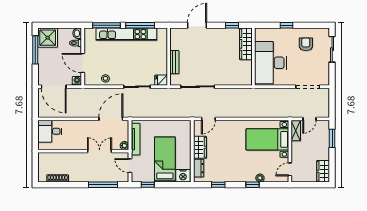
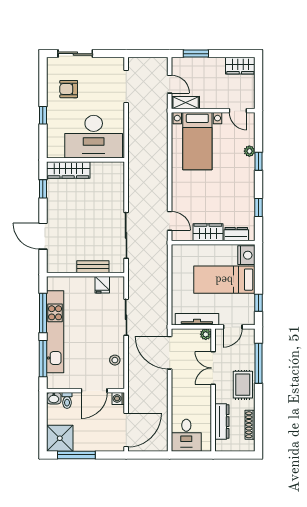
fridge: (161, 80) -> (102, 285), moved
dresser: (60, 158) -> (222, 422), added
rug: (87, 173) -> (243, 385), added

